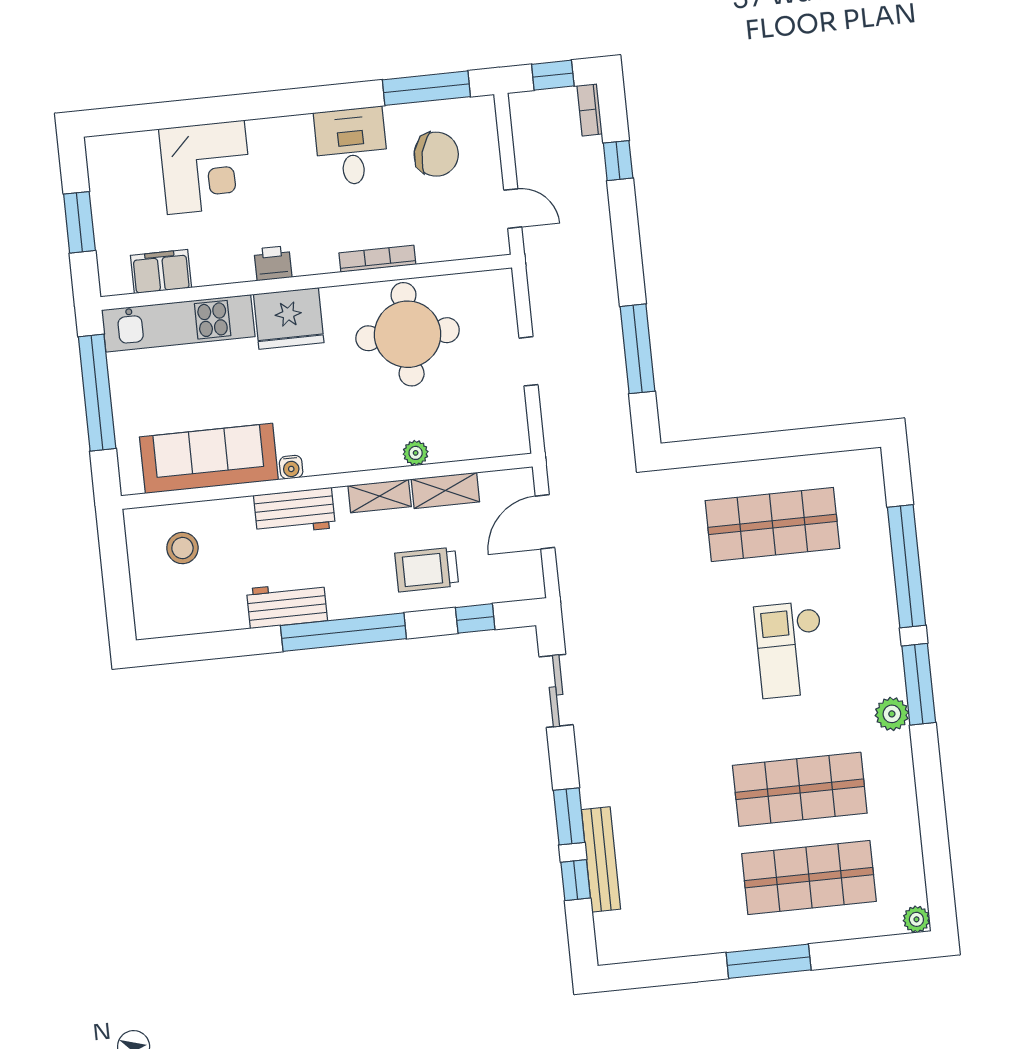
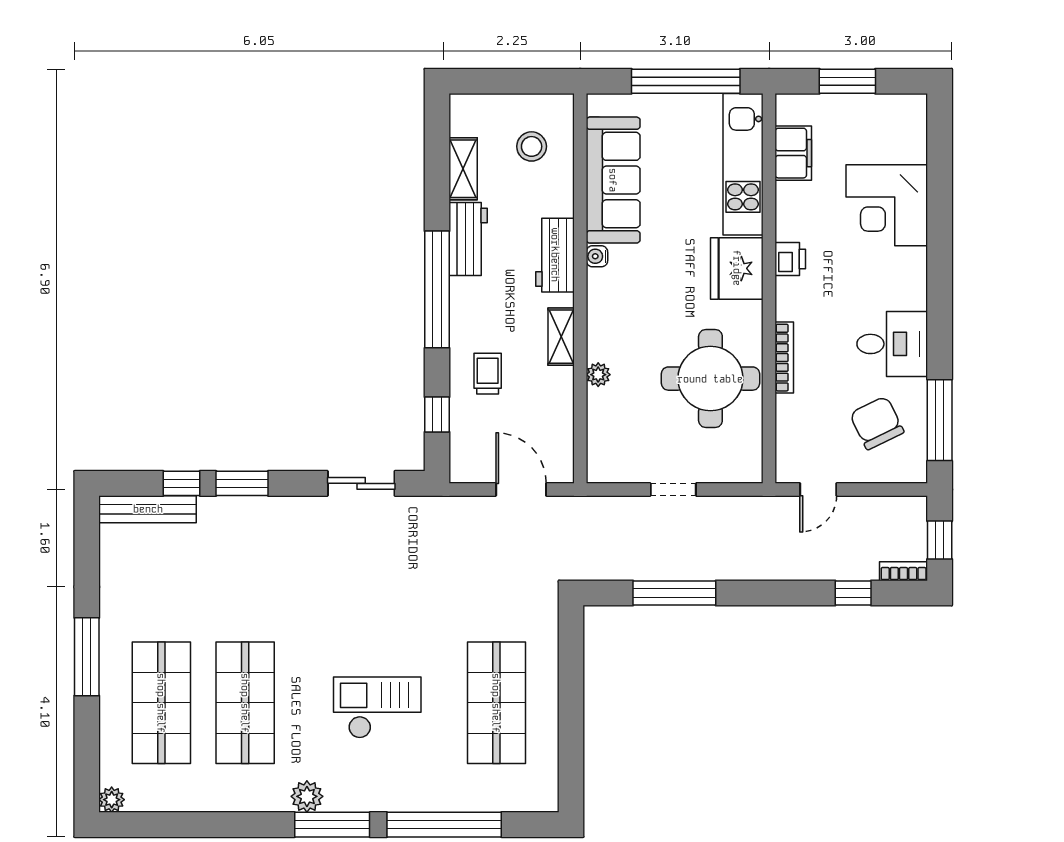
chair: (436, 154) -> (877, 423), turned 140
shelving: (445, 490) -> (463, 169), moved
trolley: (427, 570) -> (488, 374), width x0.73, depth x0.72
bench: (601, 859) -> (148, 509), moved

